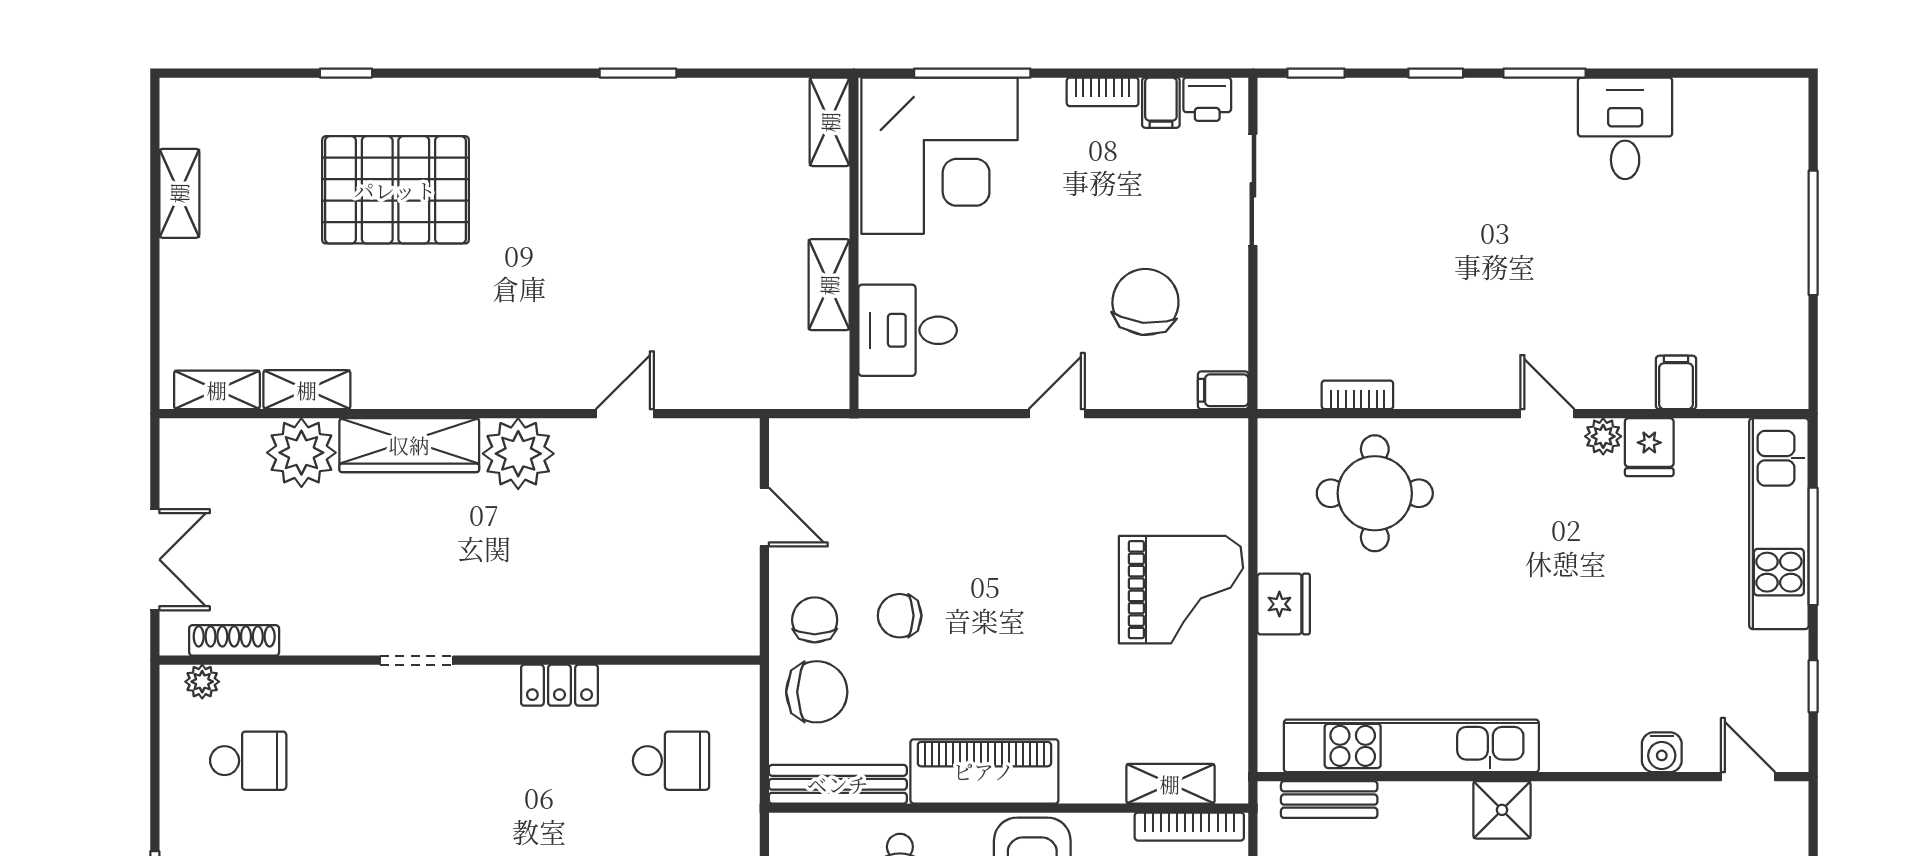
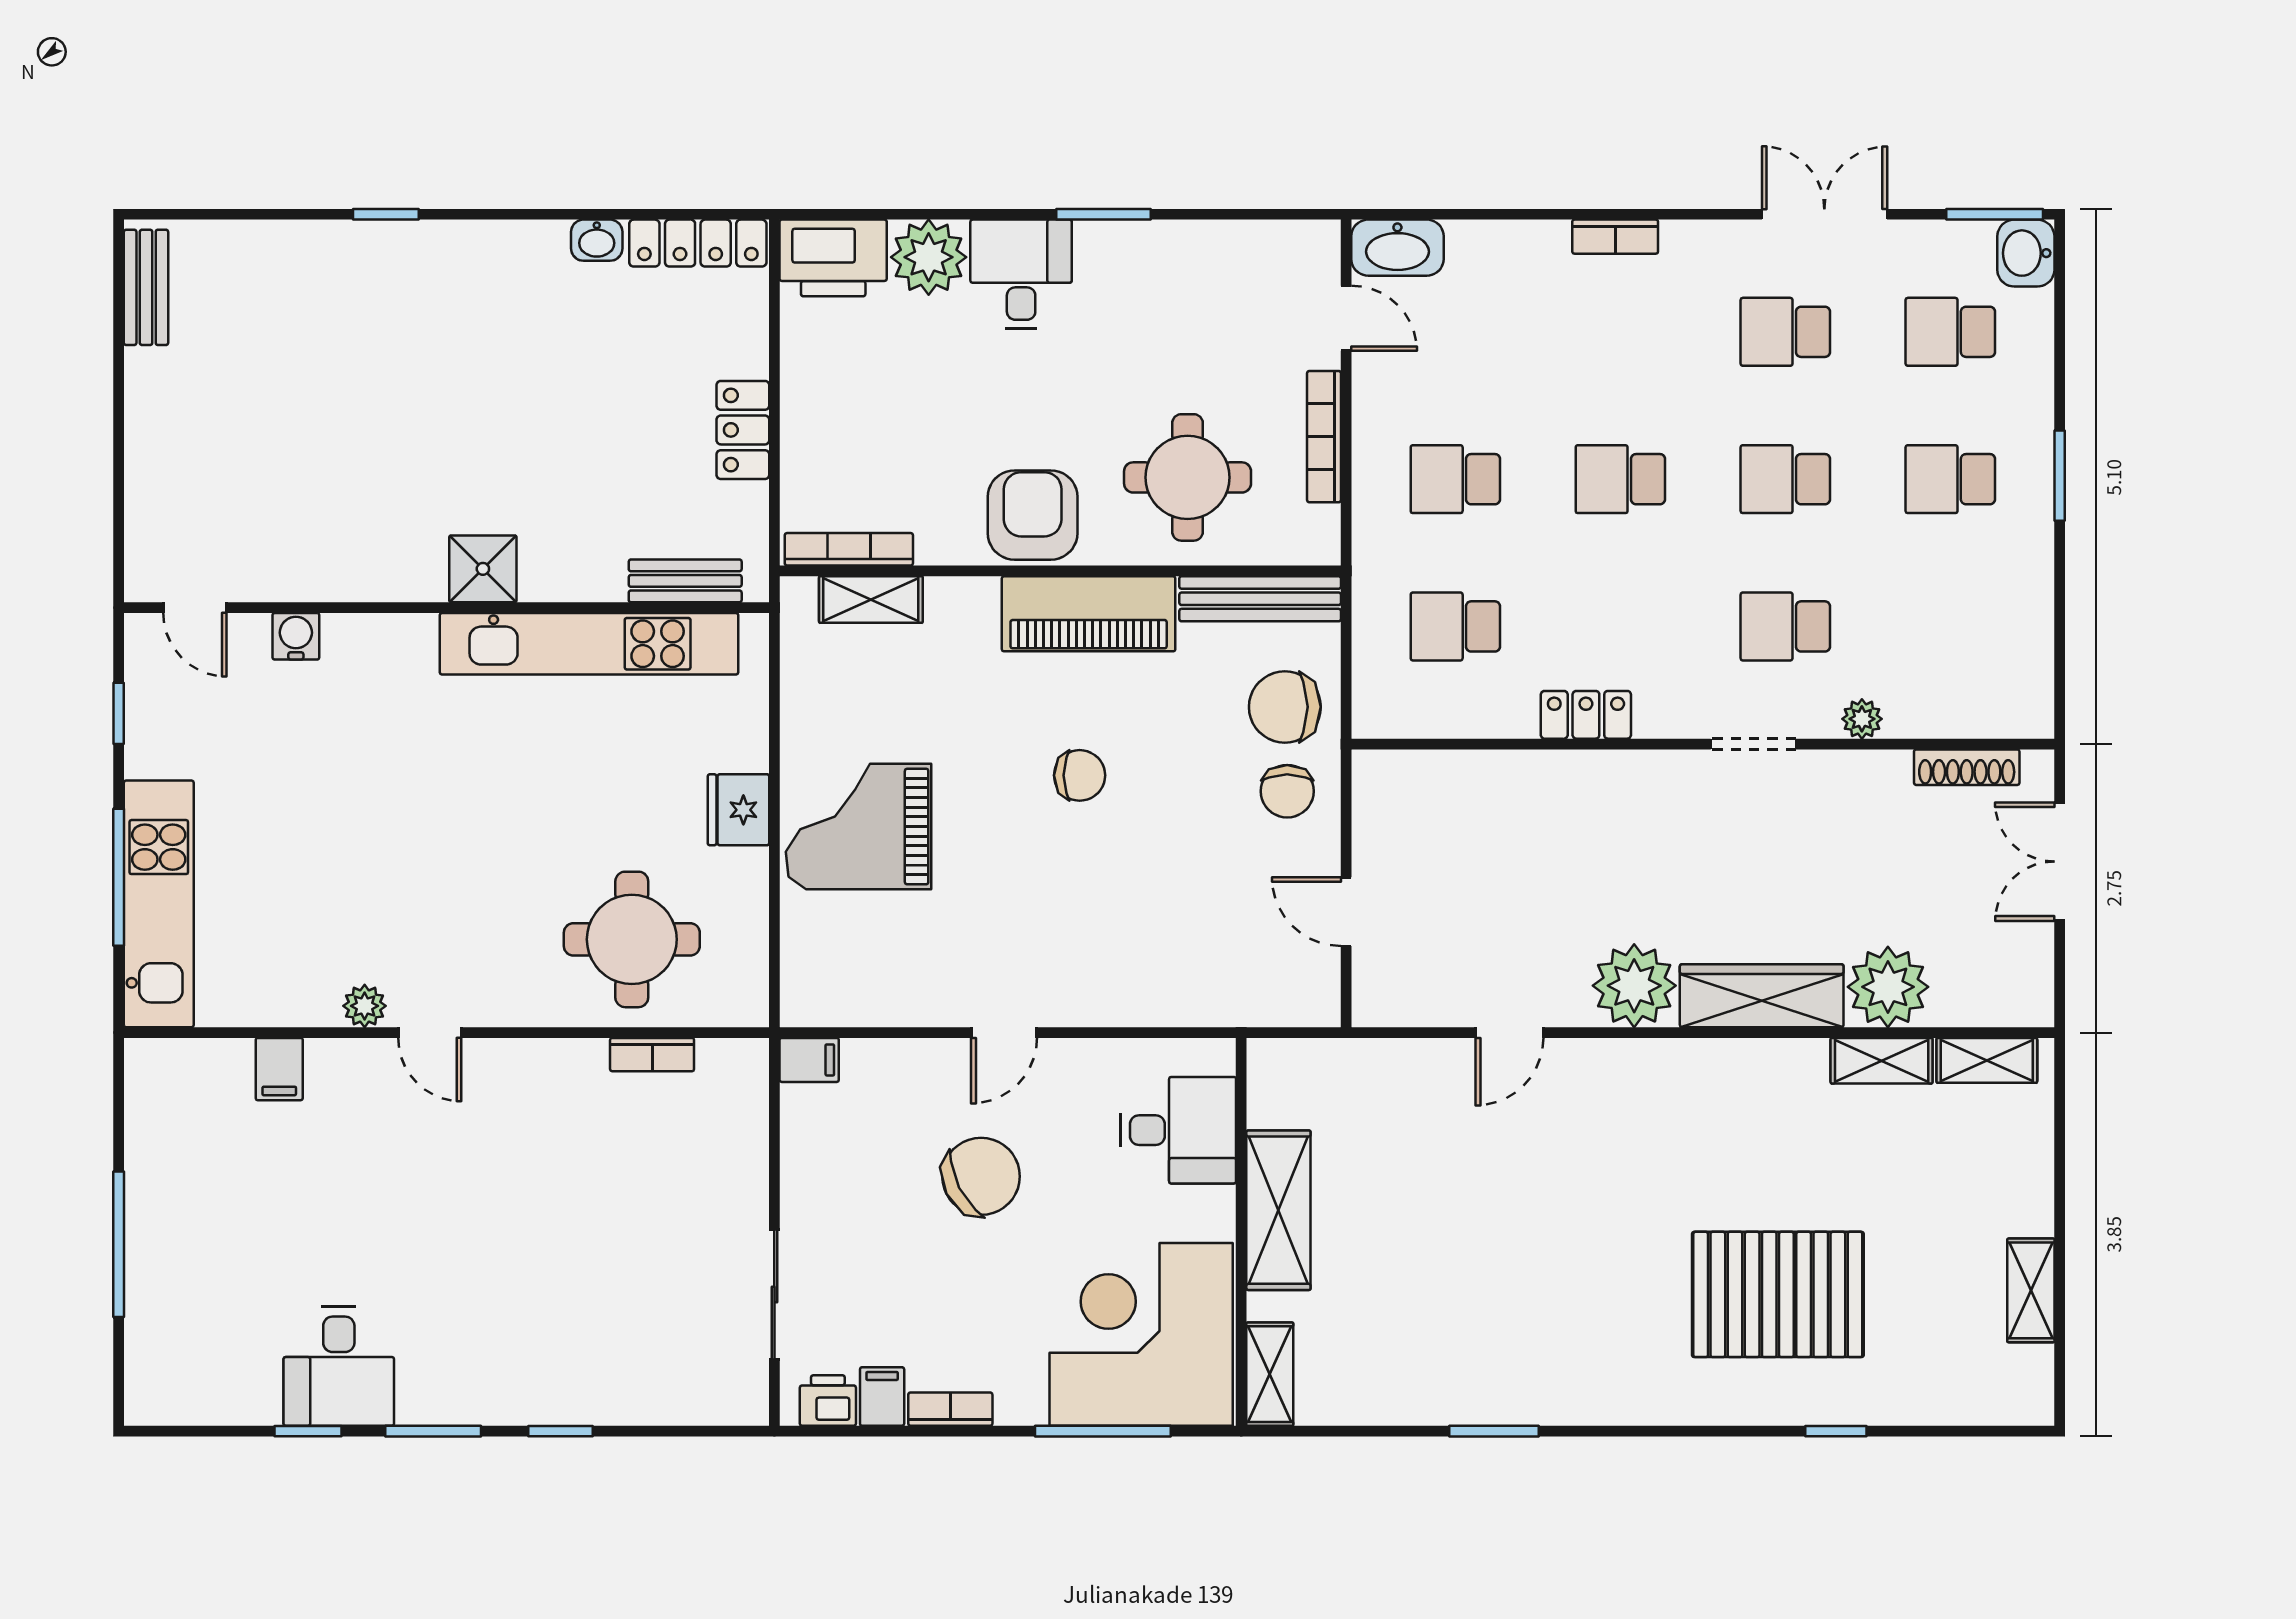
window: (1316, 73) -> (308, 1431), moved
shelving: (829, 285) -> (1278, 1210), width x1.50, depth x1.33
chair: (1145, 302) -> (981, 1176), moved, turned -123
fridge: (1649, 447) -> (311, 993), removed
chair: (900, 616) -> (1080, 775), moved
plant: (202, 682) -> (1862, 719), moved
school desk: (248, 761) -> (1785, 626), moved

